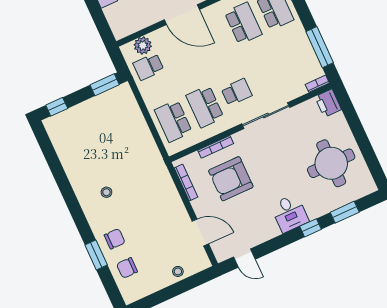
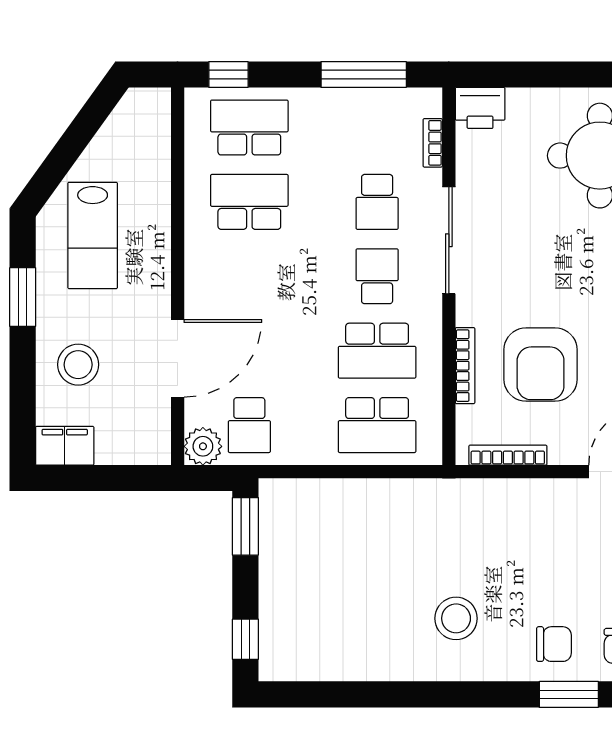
door: (182, 15) -> (178, 358), moved
plant: (143, 45) -> (203, 446), moved
school desk: (268, 78) -> (377, 202), added
bookcase: (317, 84) -> (433, 143), moved
stool: (106, 192) -> (456, 618), width x1.89, depth x1.89
chair: (115, 239) -> (554, 644), turned 90

